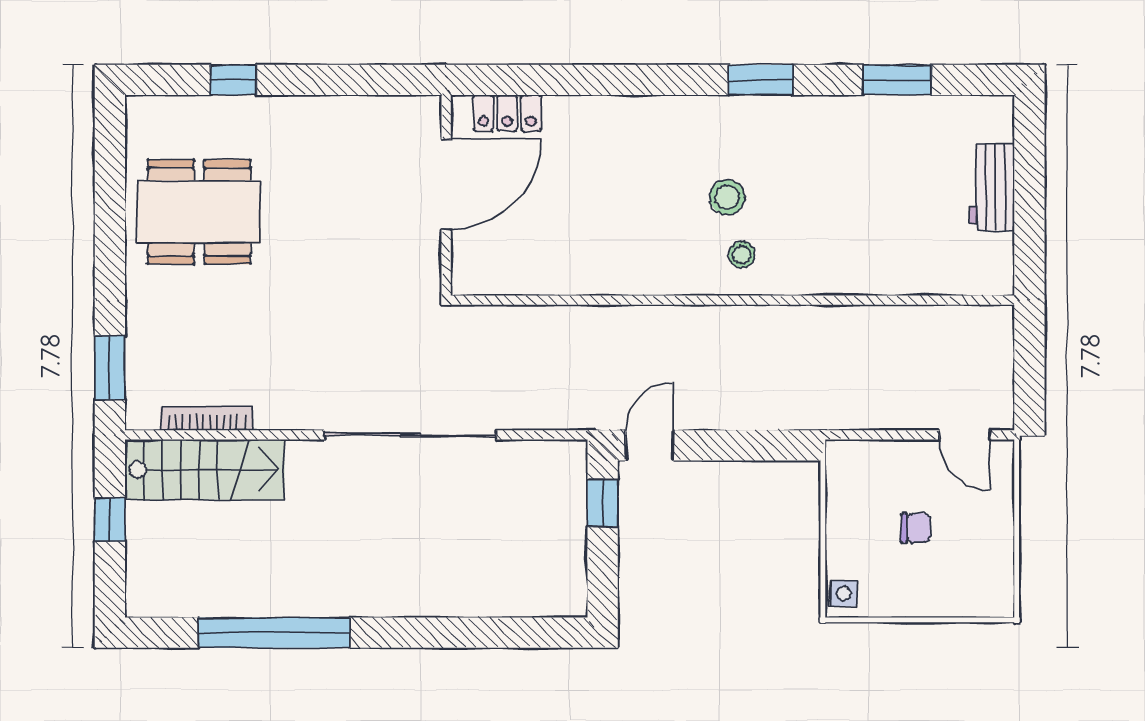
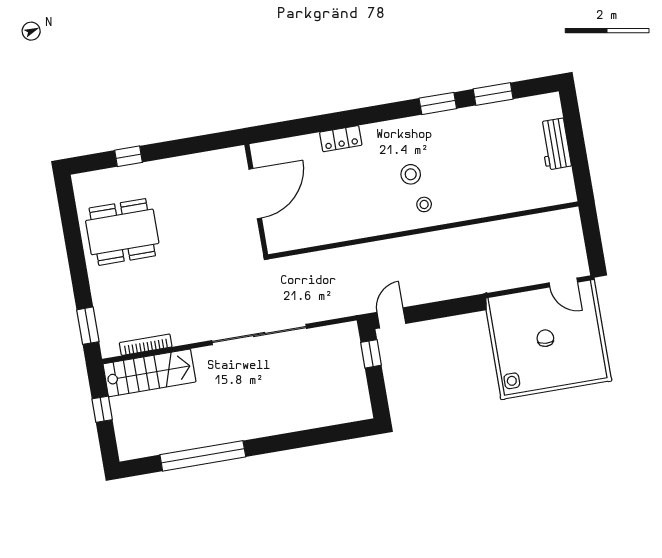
window: (761, 80) -> (438, 103), moved
locker: (507, 113) -> (341, 139), moved
chair: (916, 528) -> (545, 338), turned -86

